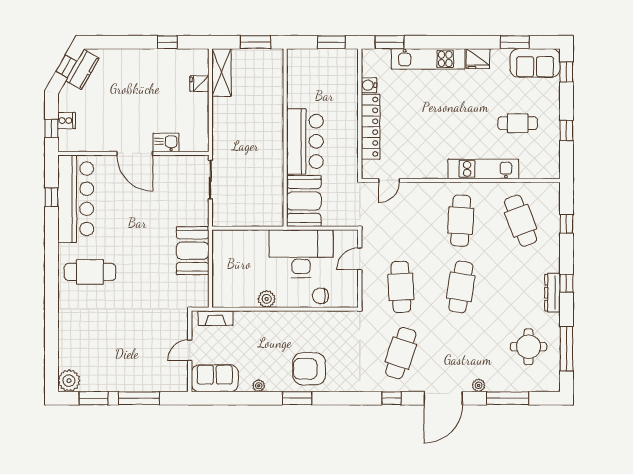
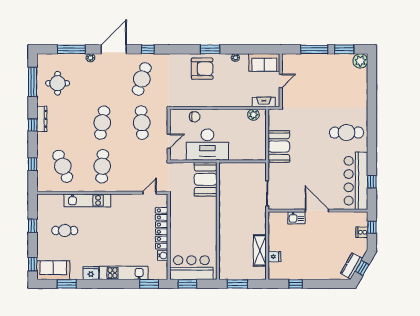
shelving: (222, 72) -> (260, 250), moved
bar counter: (305, 141) -> (191, 268), moved, turned 90
plant: (267, 299) -> (253, 115), moved

